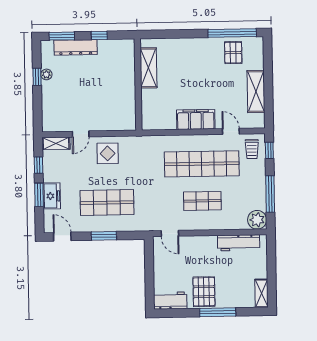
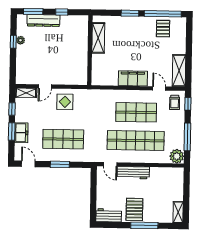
window: (189, 34) -> (130, 13), added
shelving: (256, 92) -> (179, 71), moved
shop shelf: (202, 164) -> (136, 112), width x0.71
shop shelf: (202, 201) -> (136, 140), width x2.00, depth x1.36
workbench: (239, 243) -> (133, 173), moved

